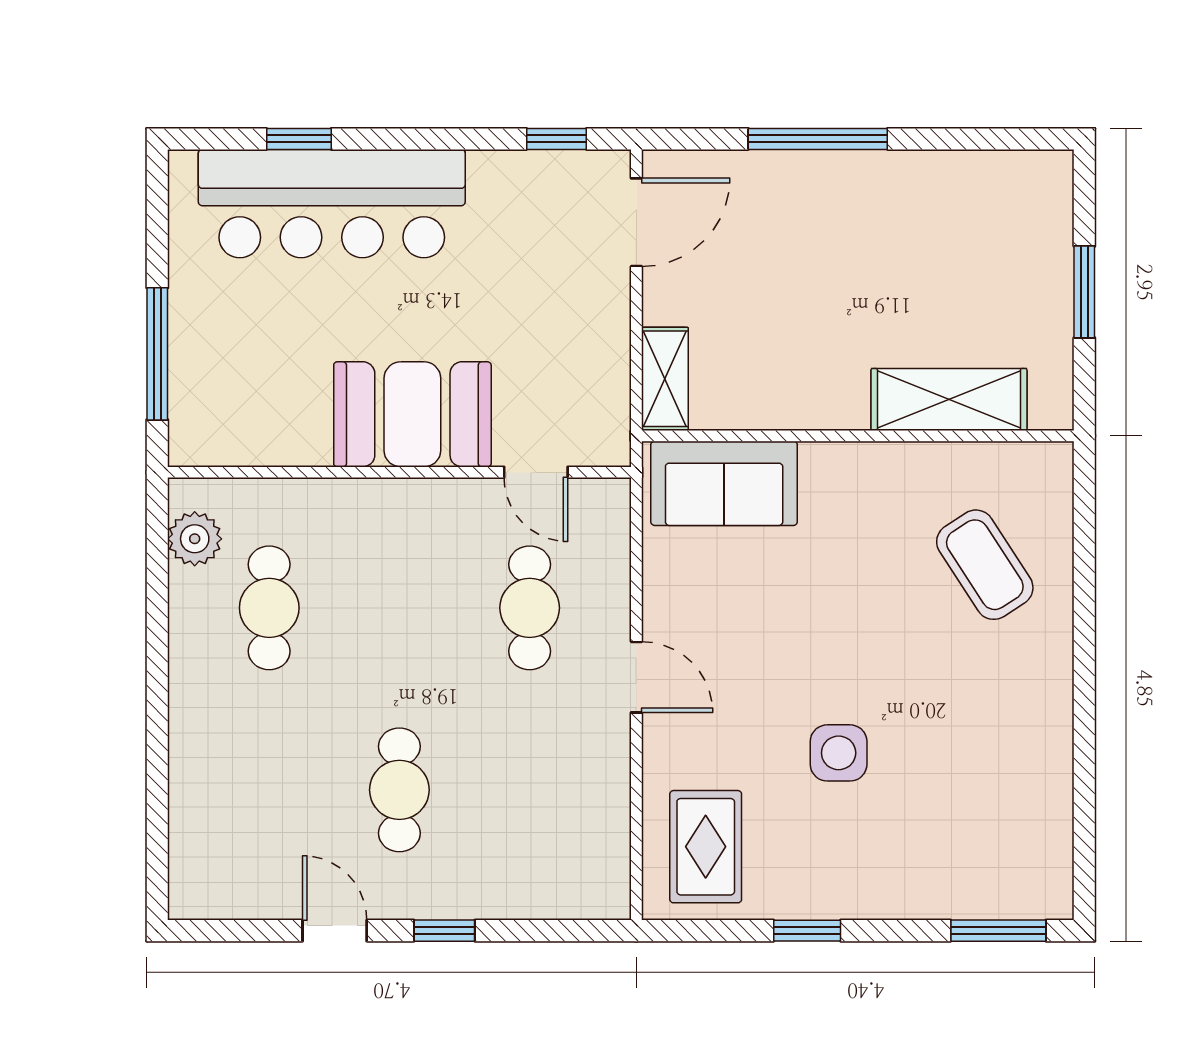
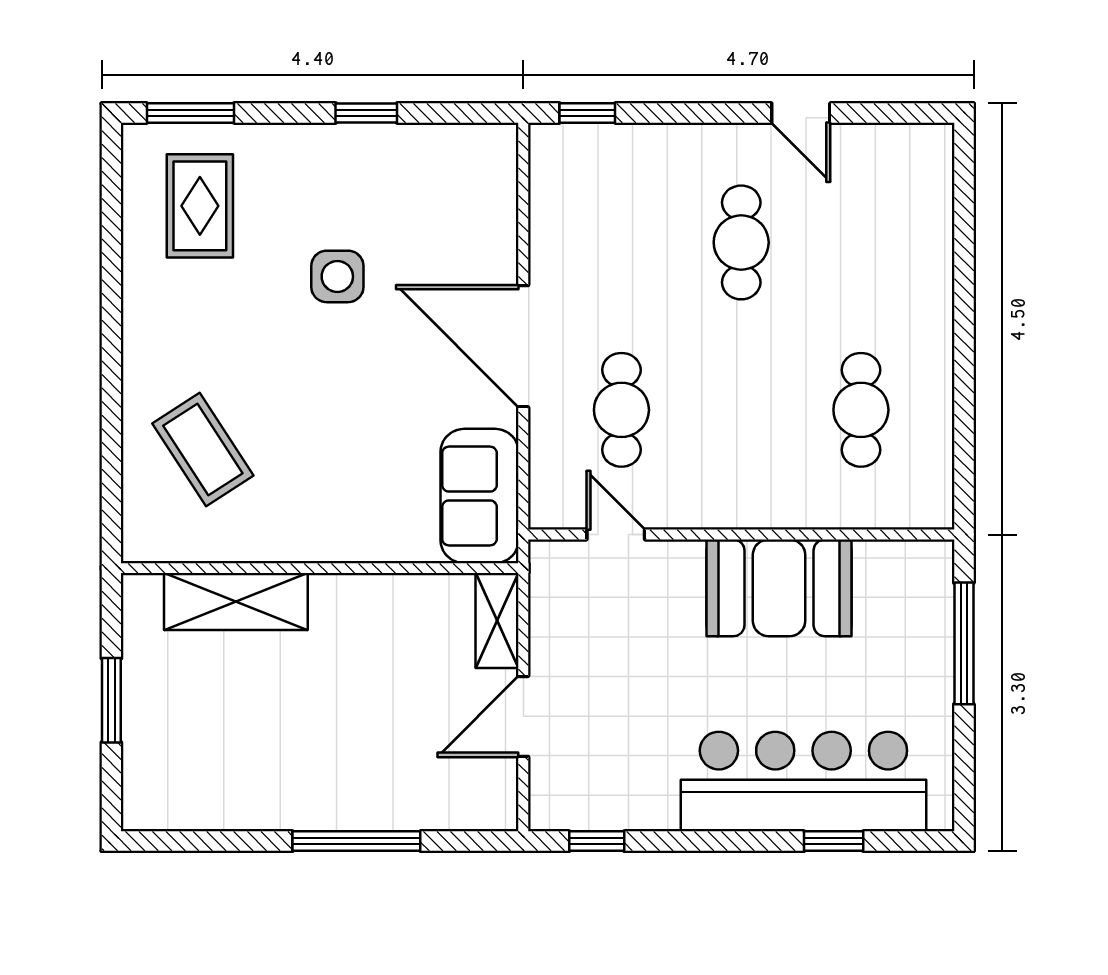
door: (636, 222) -> (523, 716), moved
booth: (412, 414) -> (779, 588), moved
sofa: (724, 483) -> (480, 496), moved, turned -90
plant: (195, 539) -> (929, 473), removed
door: (636, 677) -> (523, 346), width x1.88
rug: (706, 847) -> (200, 206), moved
window: (444, 931) -> (587, 113), moved

